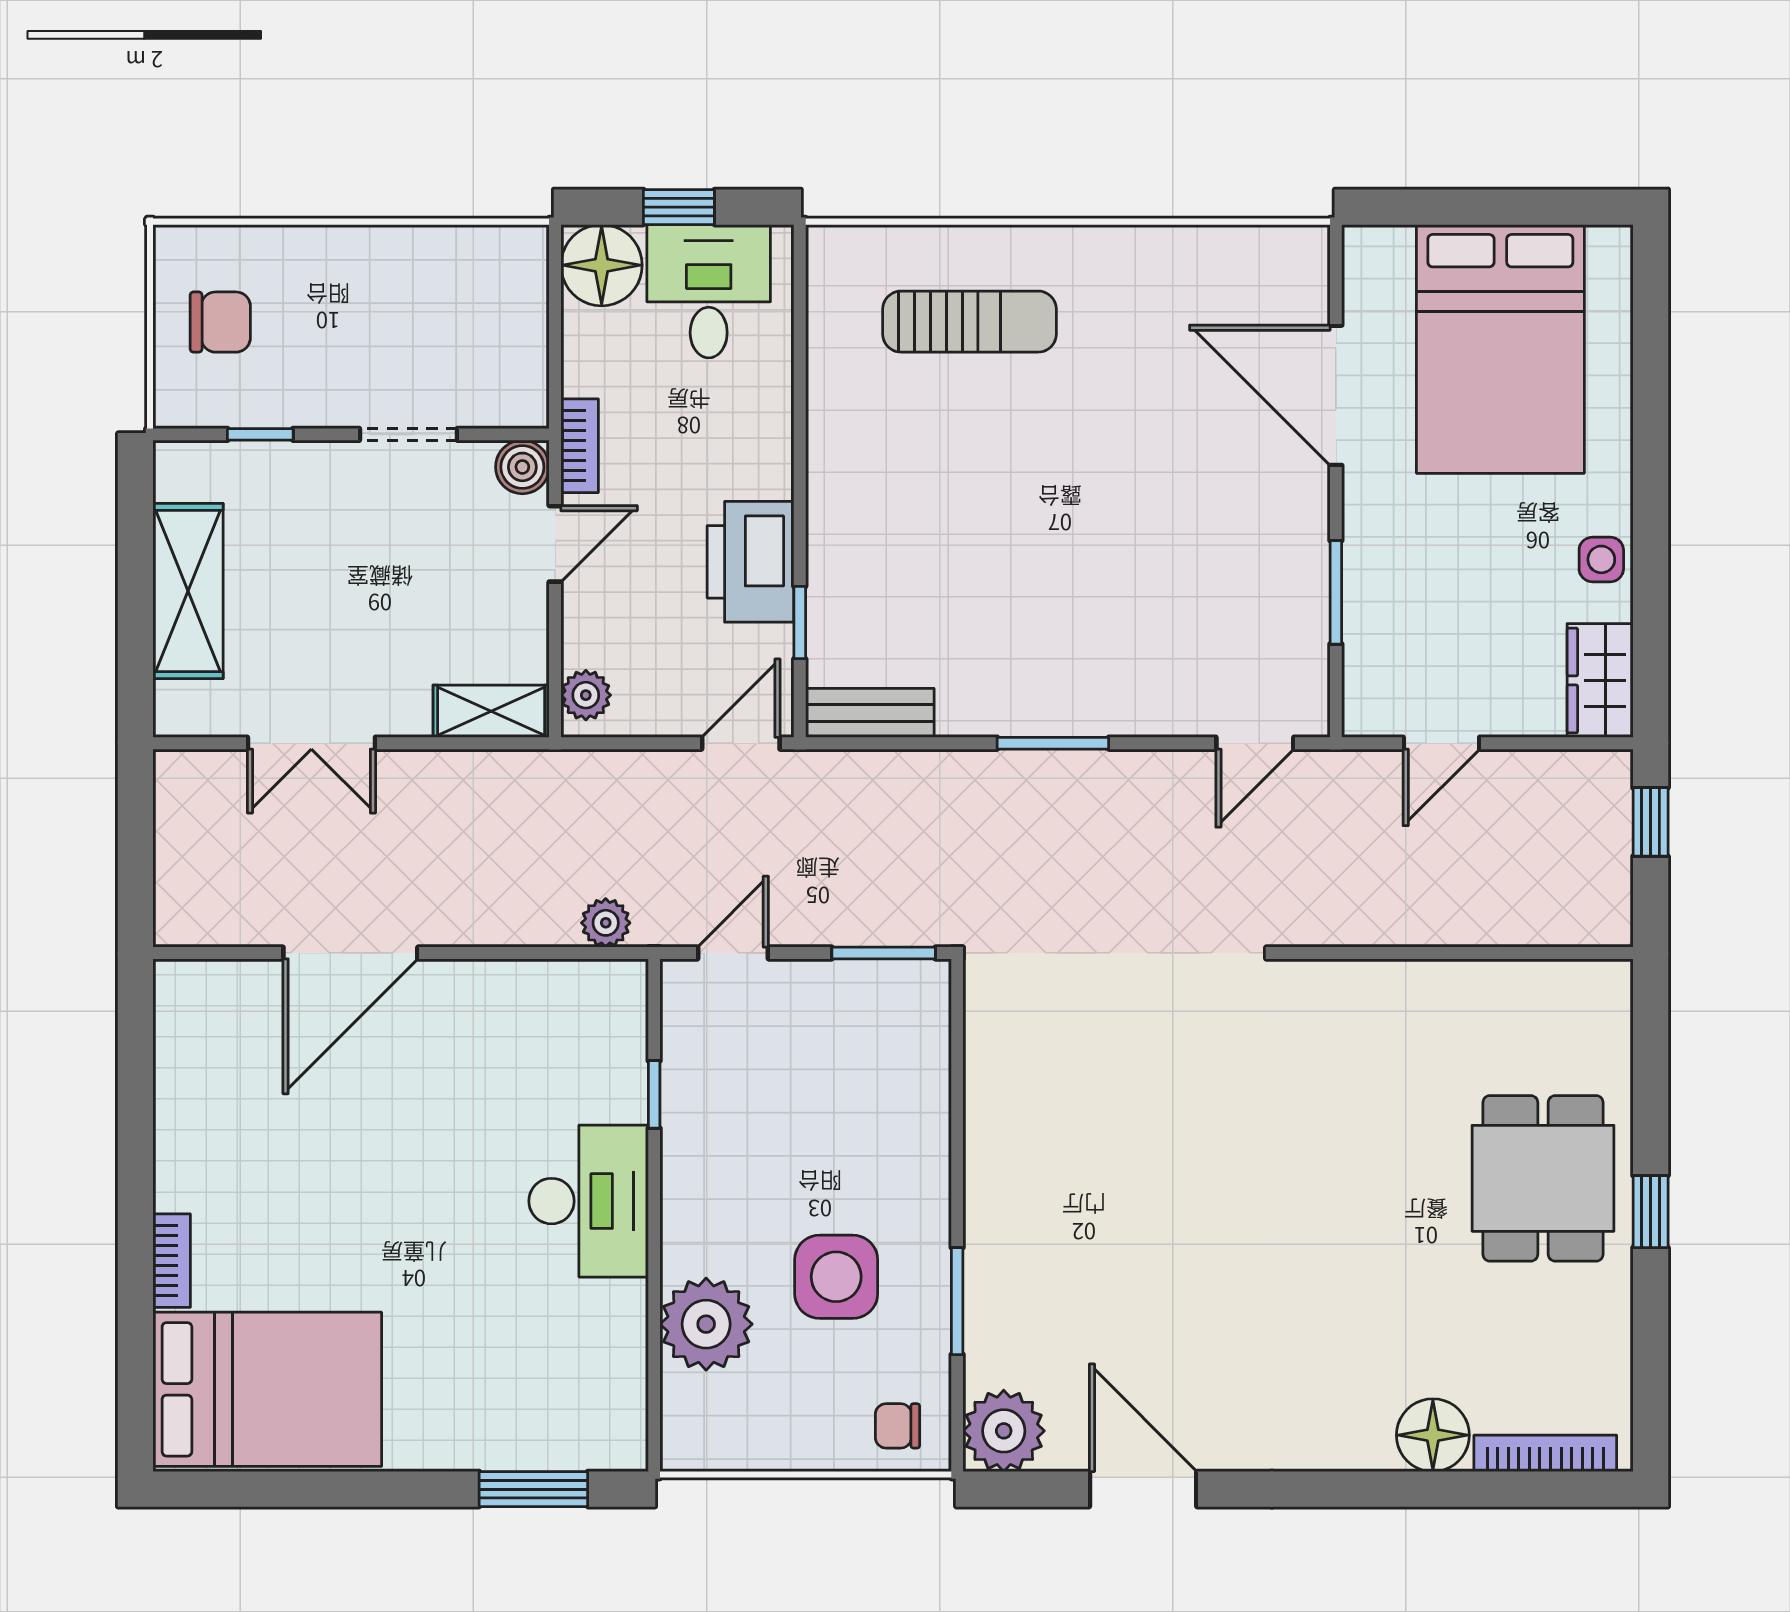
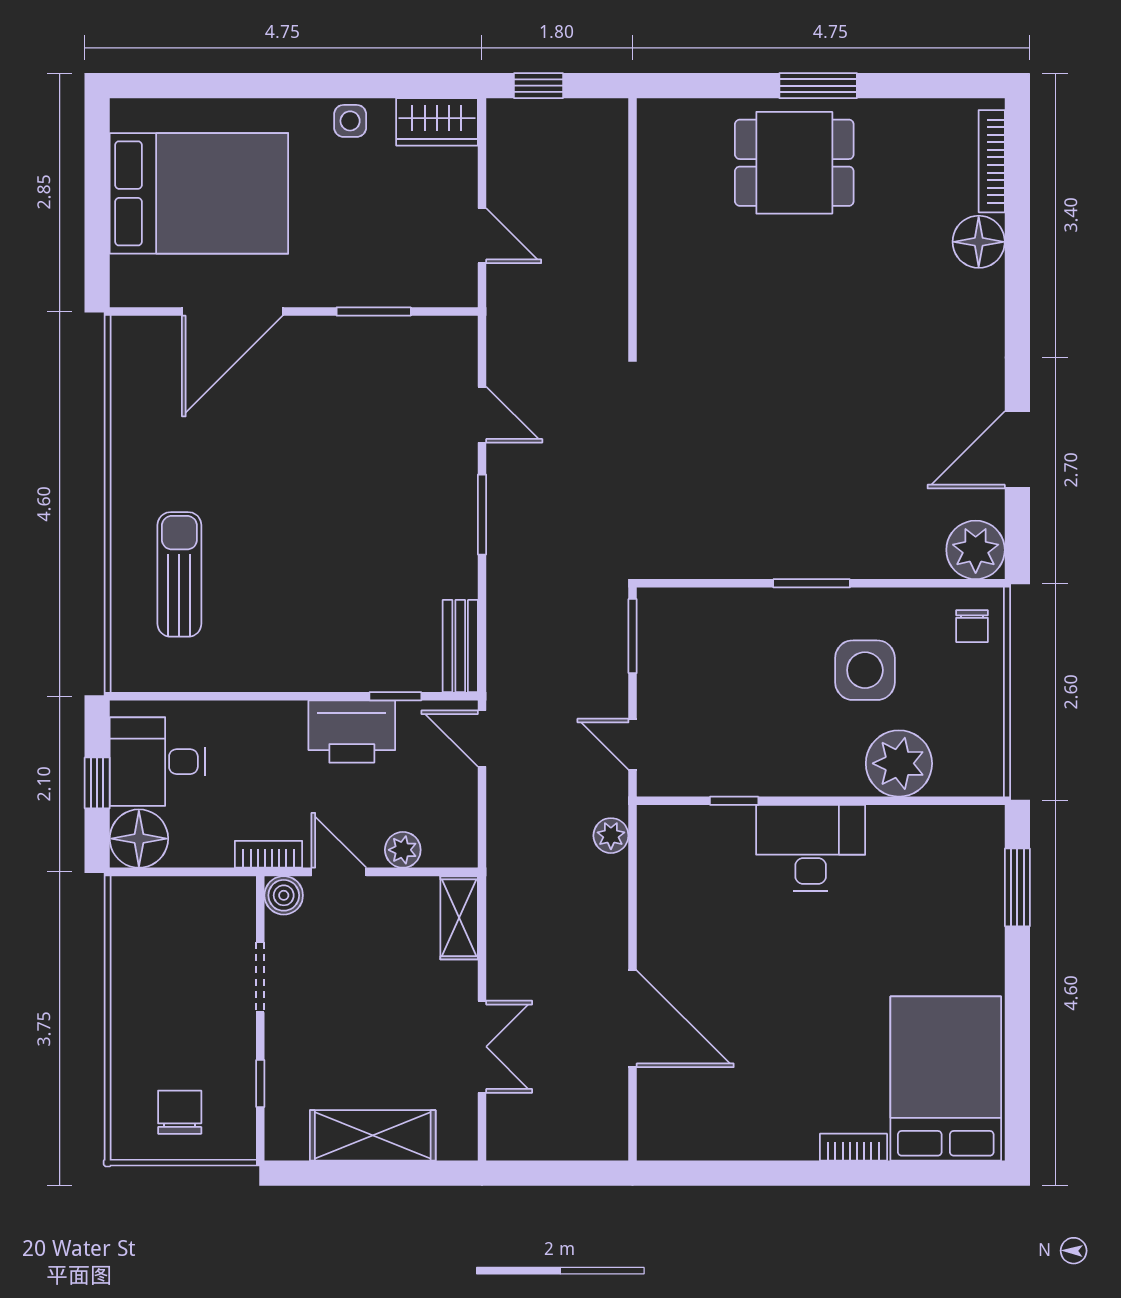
plant: (586, 695) -> (403, 850), moved
door: (1255, 743) -> (482, 415), moved
window: (1651, 1212) -> (818, 86), width x1.50
window: (957, 1301) -> (812, 583), moved

